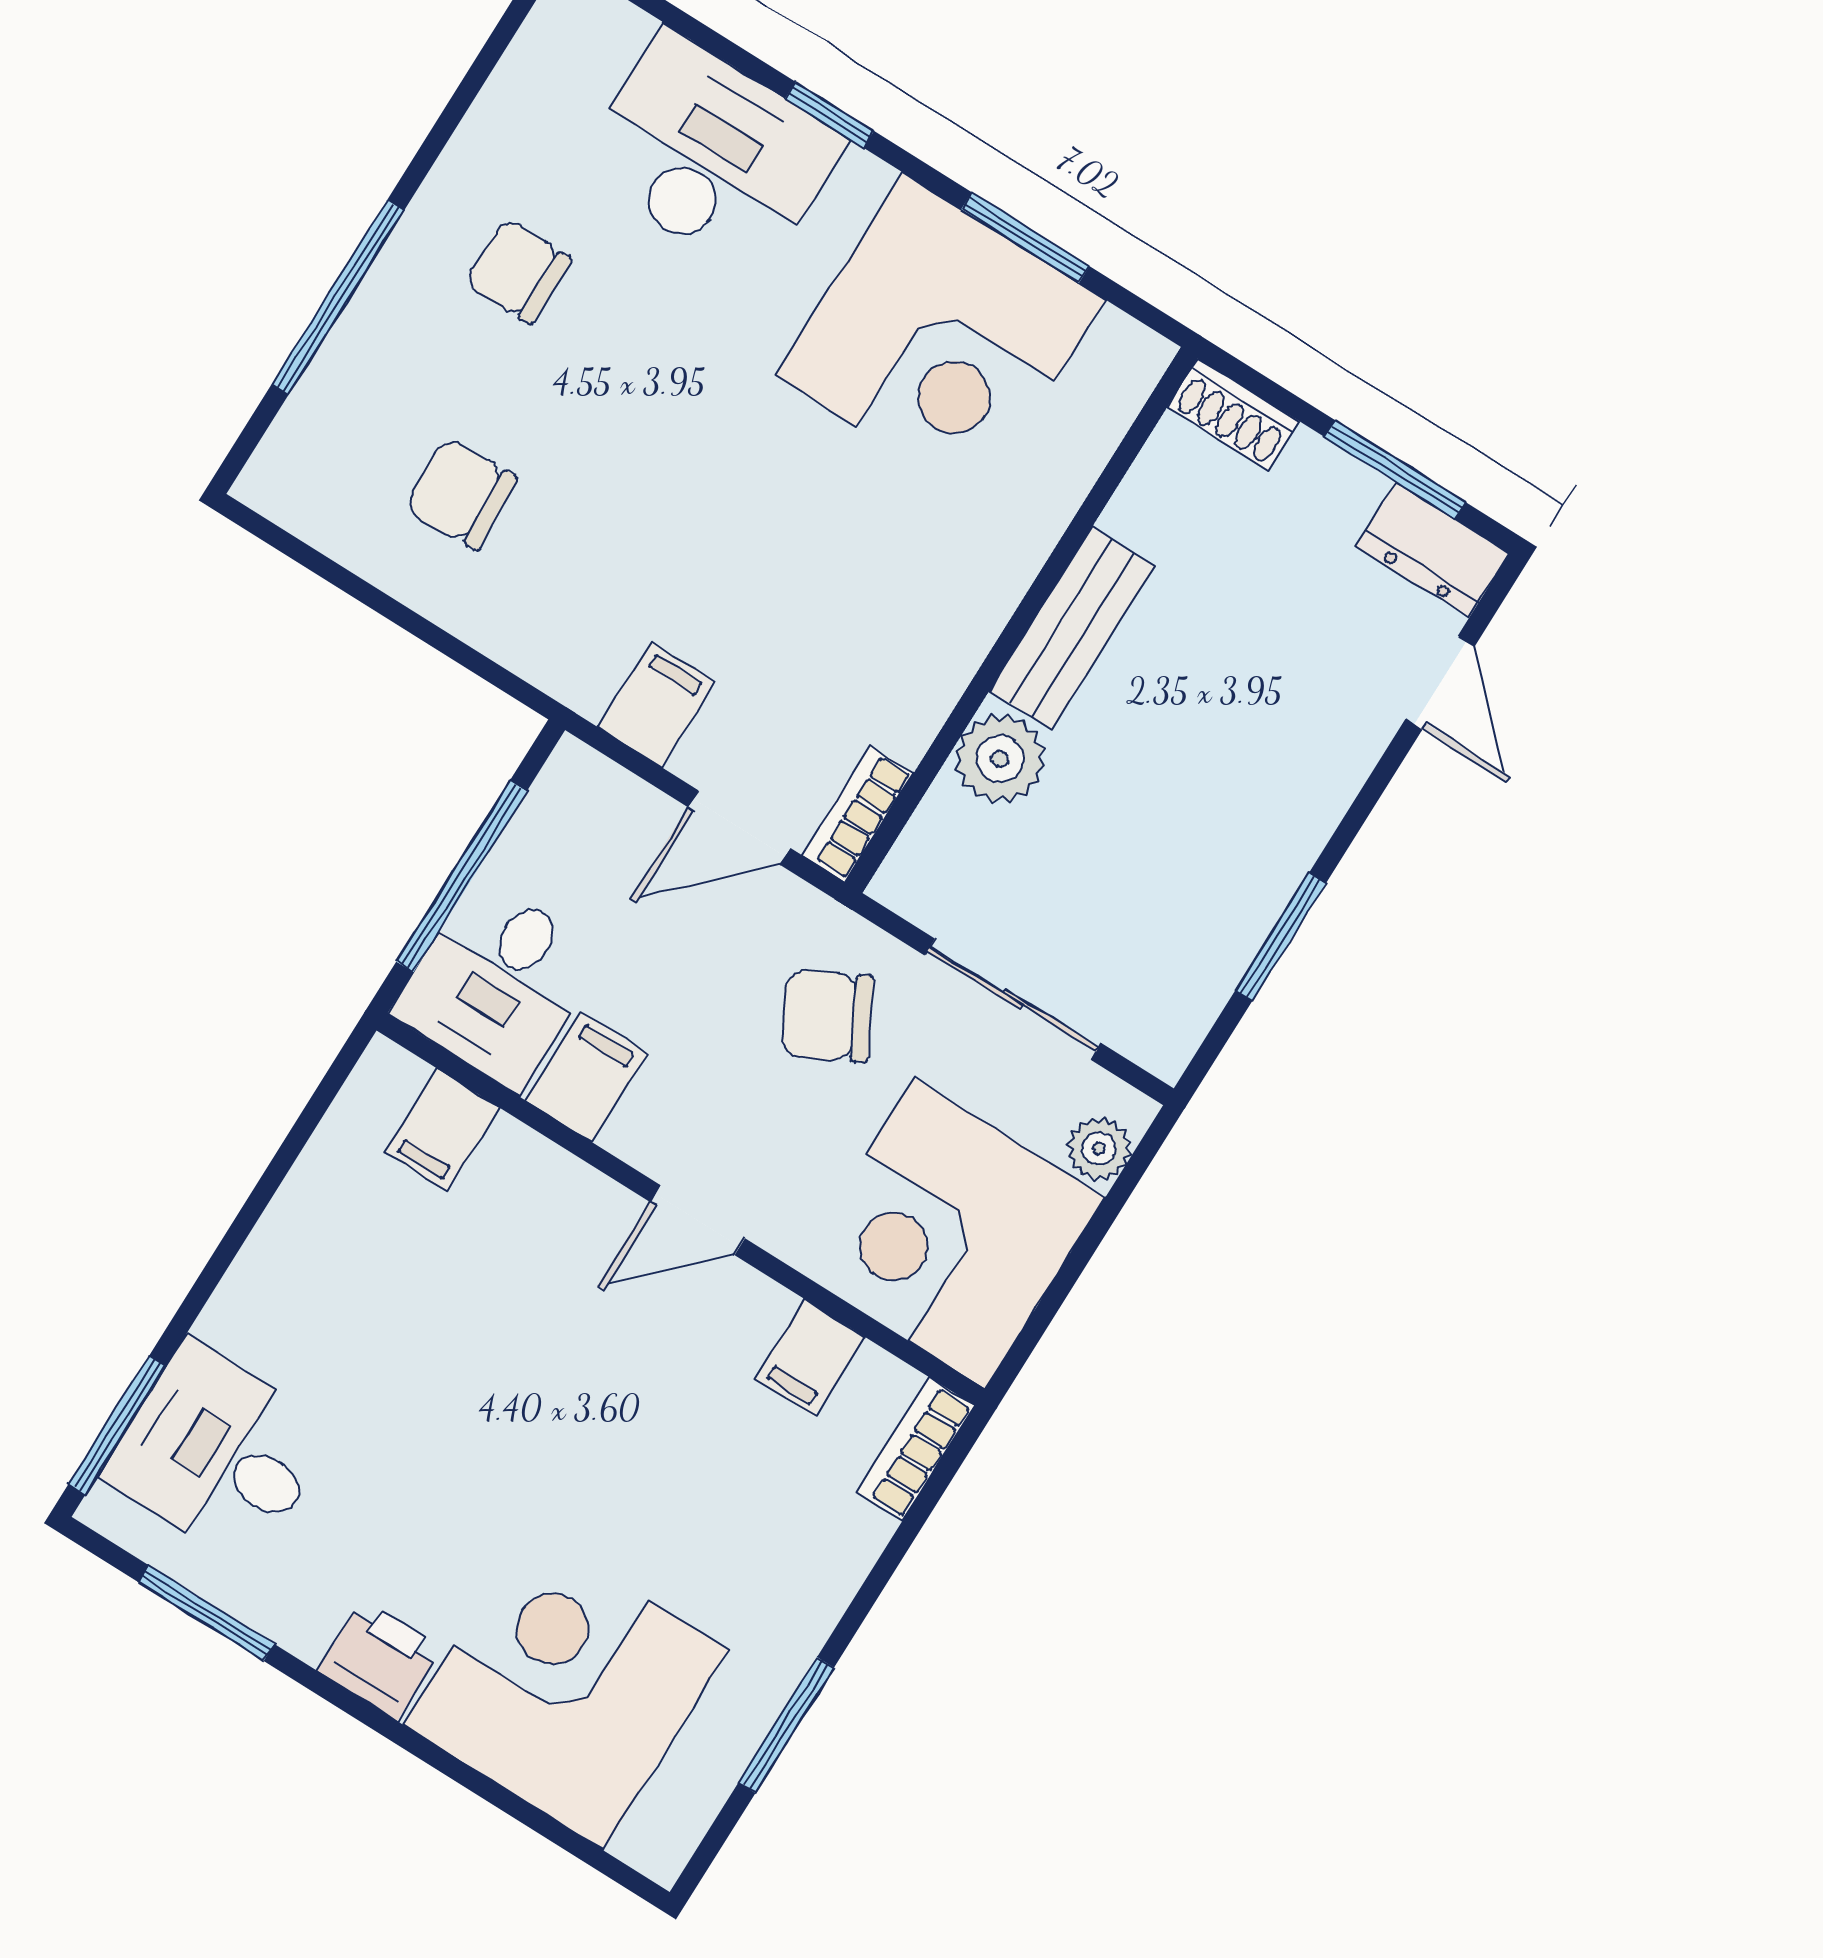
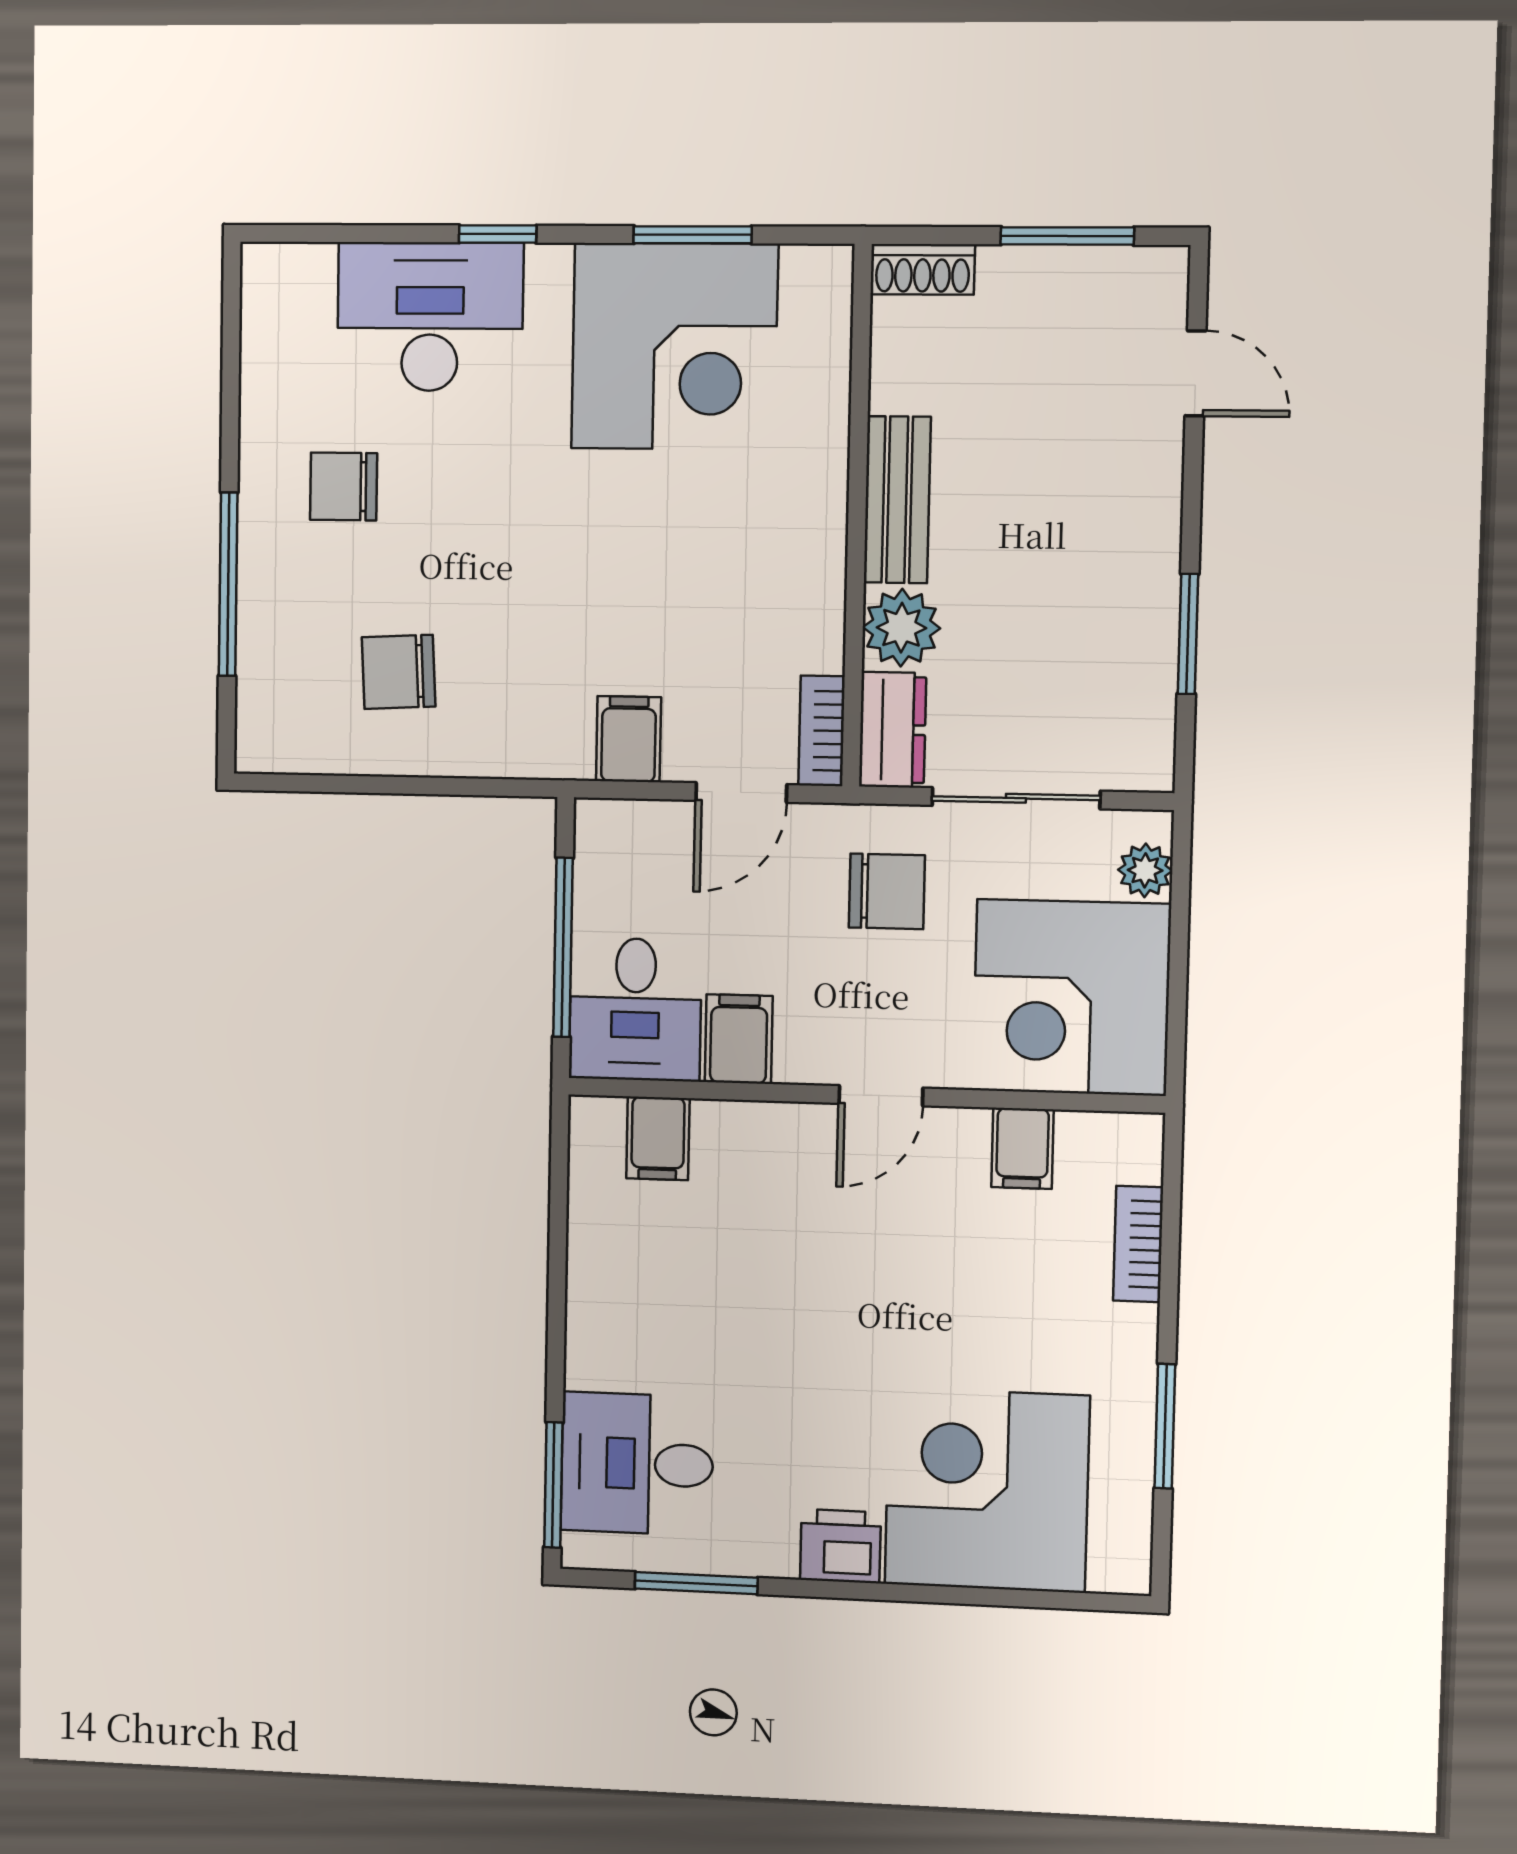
dresser: (1432, 549) -> (893, 730), moved, turned -90
chair: (827, 1016) -> (887, 891), turned -152
bookcase: (916, 1449) -> (1138, 1244), moved

